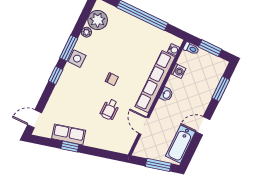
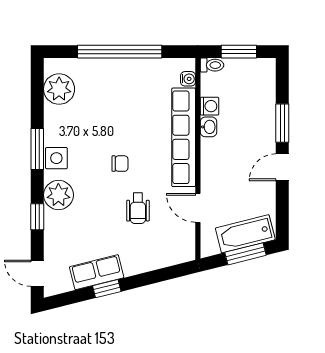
plant: (86, 32) -> (58, 195), moved, width x1.87, depth x1.87
window: (56, 75) -> (37, 217), moved
window: (221, 89) -> (282, 123), moved
washbasin: (166, 94) -> (209, 127), moved
door: (35, 119) -> (37, 273), hinge flipped
bathtub: (180, 144) -> (245, 234), moved, turned 76

